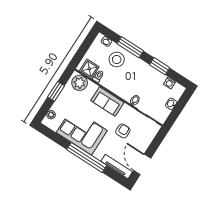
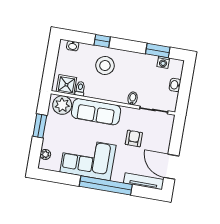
window: (130, 47) -> (102, 41), width x0.46
stool: (117, 60) -> (105, 66), moved
window: (160, 66) -> (158, 51), moved
sofa: (107, 102) -> (96, 112), width x1.36

